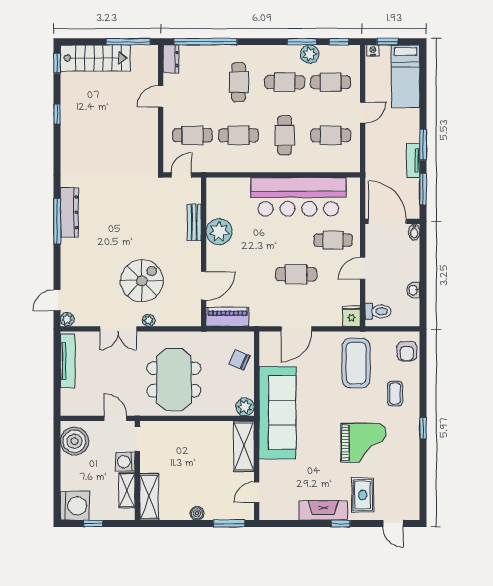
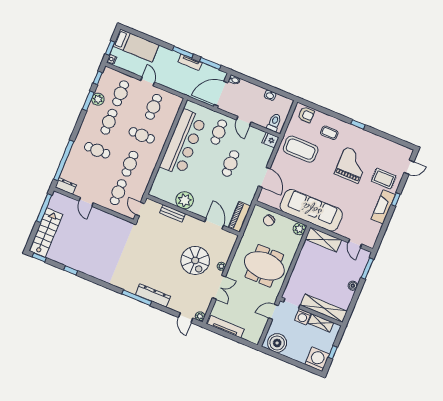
dresser: (69, 212) -> (153, 295), moved
spiral stairs: (142, 281) -> (195, 260), turned 180
shelving: (149, 497) -> (324, 308), width x1.47

